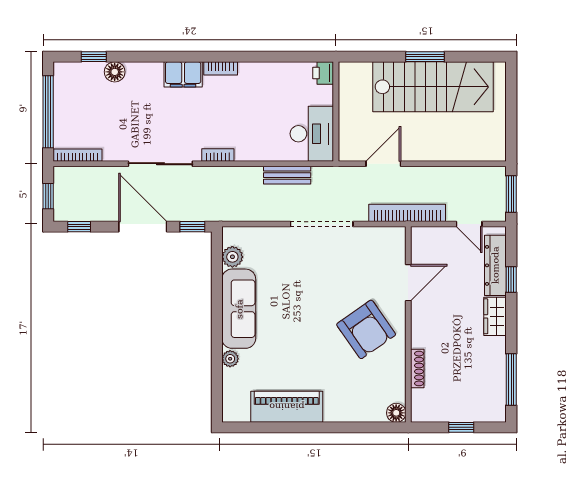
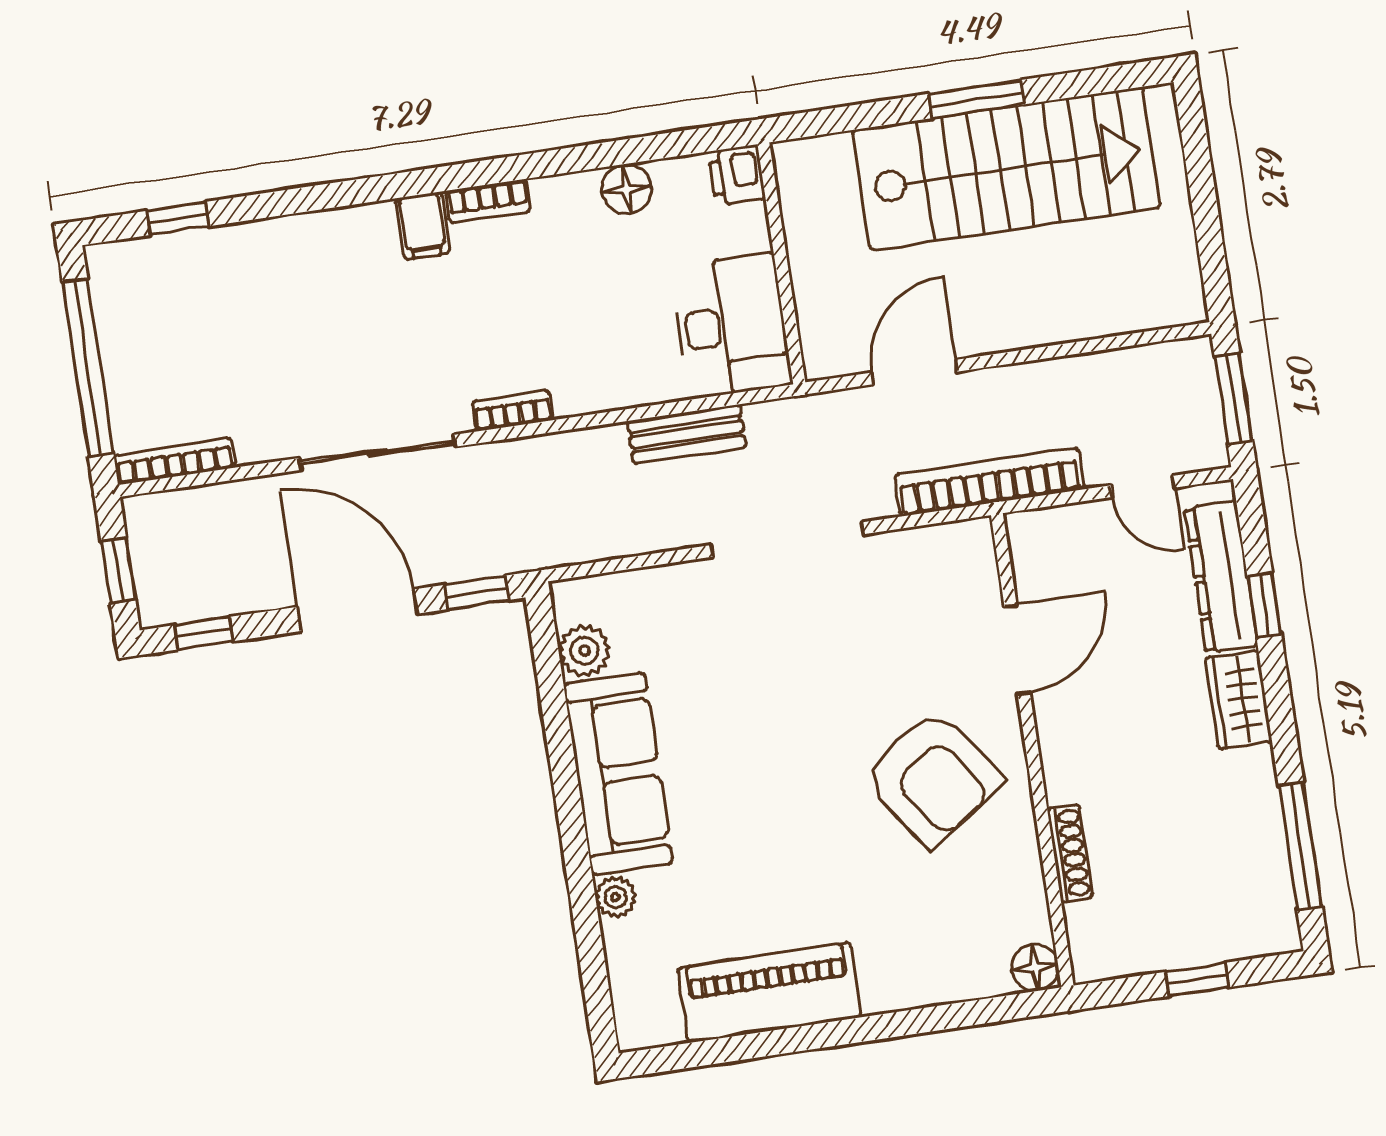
floor lamp: (115, 72) -> (627, 189), moved
filing cabinet: (183, 74) -> (423, 226), width x0.50

